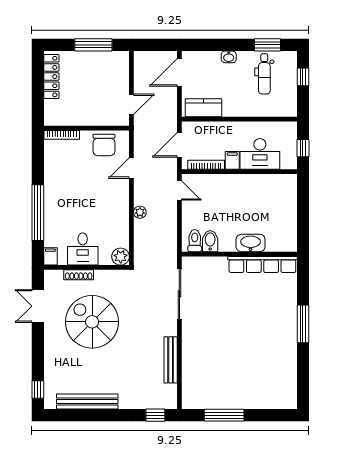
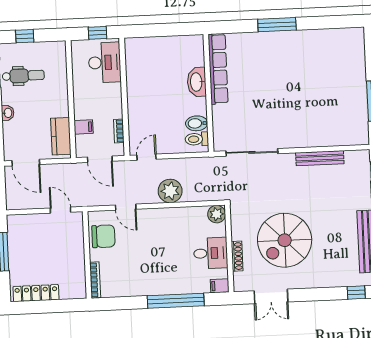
desk: (260, 154) -> (105, 62), moved
filing cabinet: (232, 160) -> (84, 127), moved, turned 180
bookcase: (206, 165) -> (119, 131), width x0.64
plant: (140, 212) -> (170, 191), width x1.87, depth x1.87

